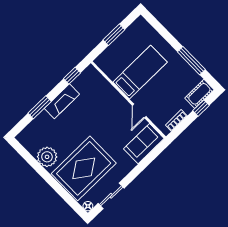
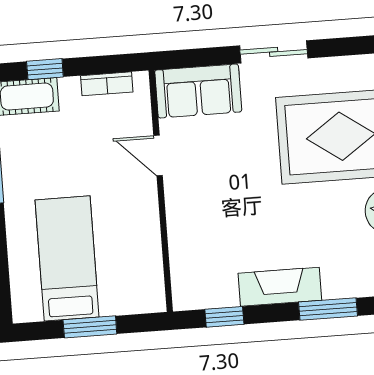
bed: (140, 72) -> (67, 258), moved, turned 90
door: (139, 111) -> (158, 156), swing flipped
sliding door: (111, 196) -> (274, 52), moved

